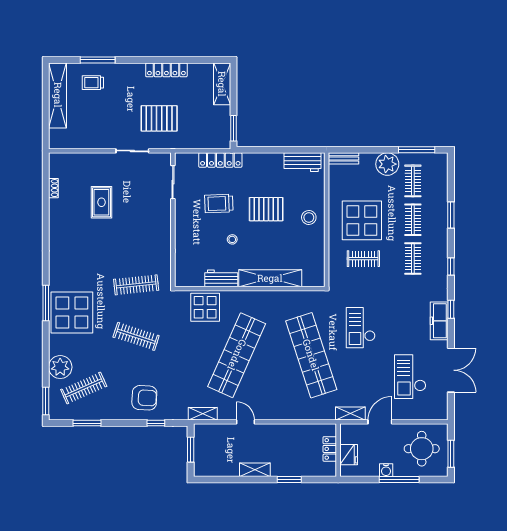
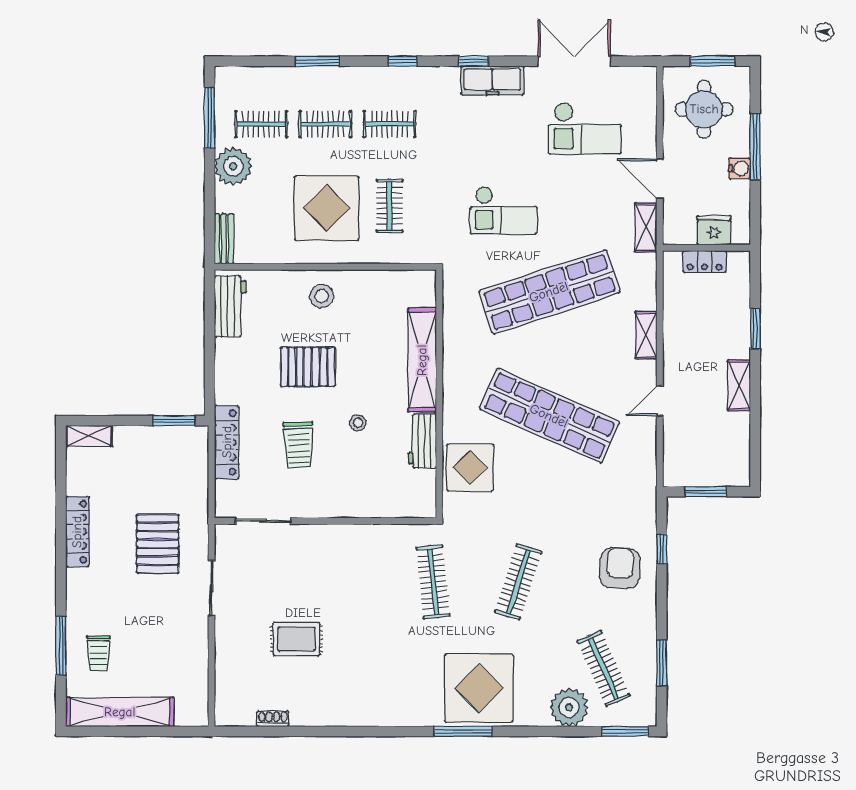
shelving: (222, 84) -> (89, 436), width x0.67, depth x0.75
pallet: (266, 209) -> (308, 367), turned 90
shelving: (203, 414) -> (646, 335), moved

